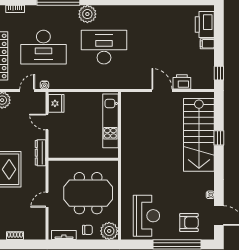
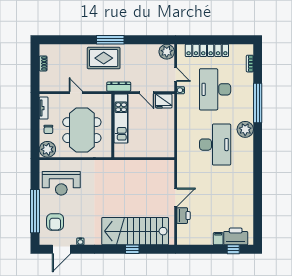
window: (219, 73) -> (233, 249), moved
kitchen unit: (110, 121) -> (121, 119), moved, turned 90
door: (47, 122) -> (147, 93), swing flipped

